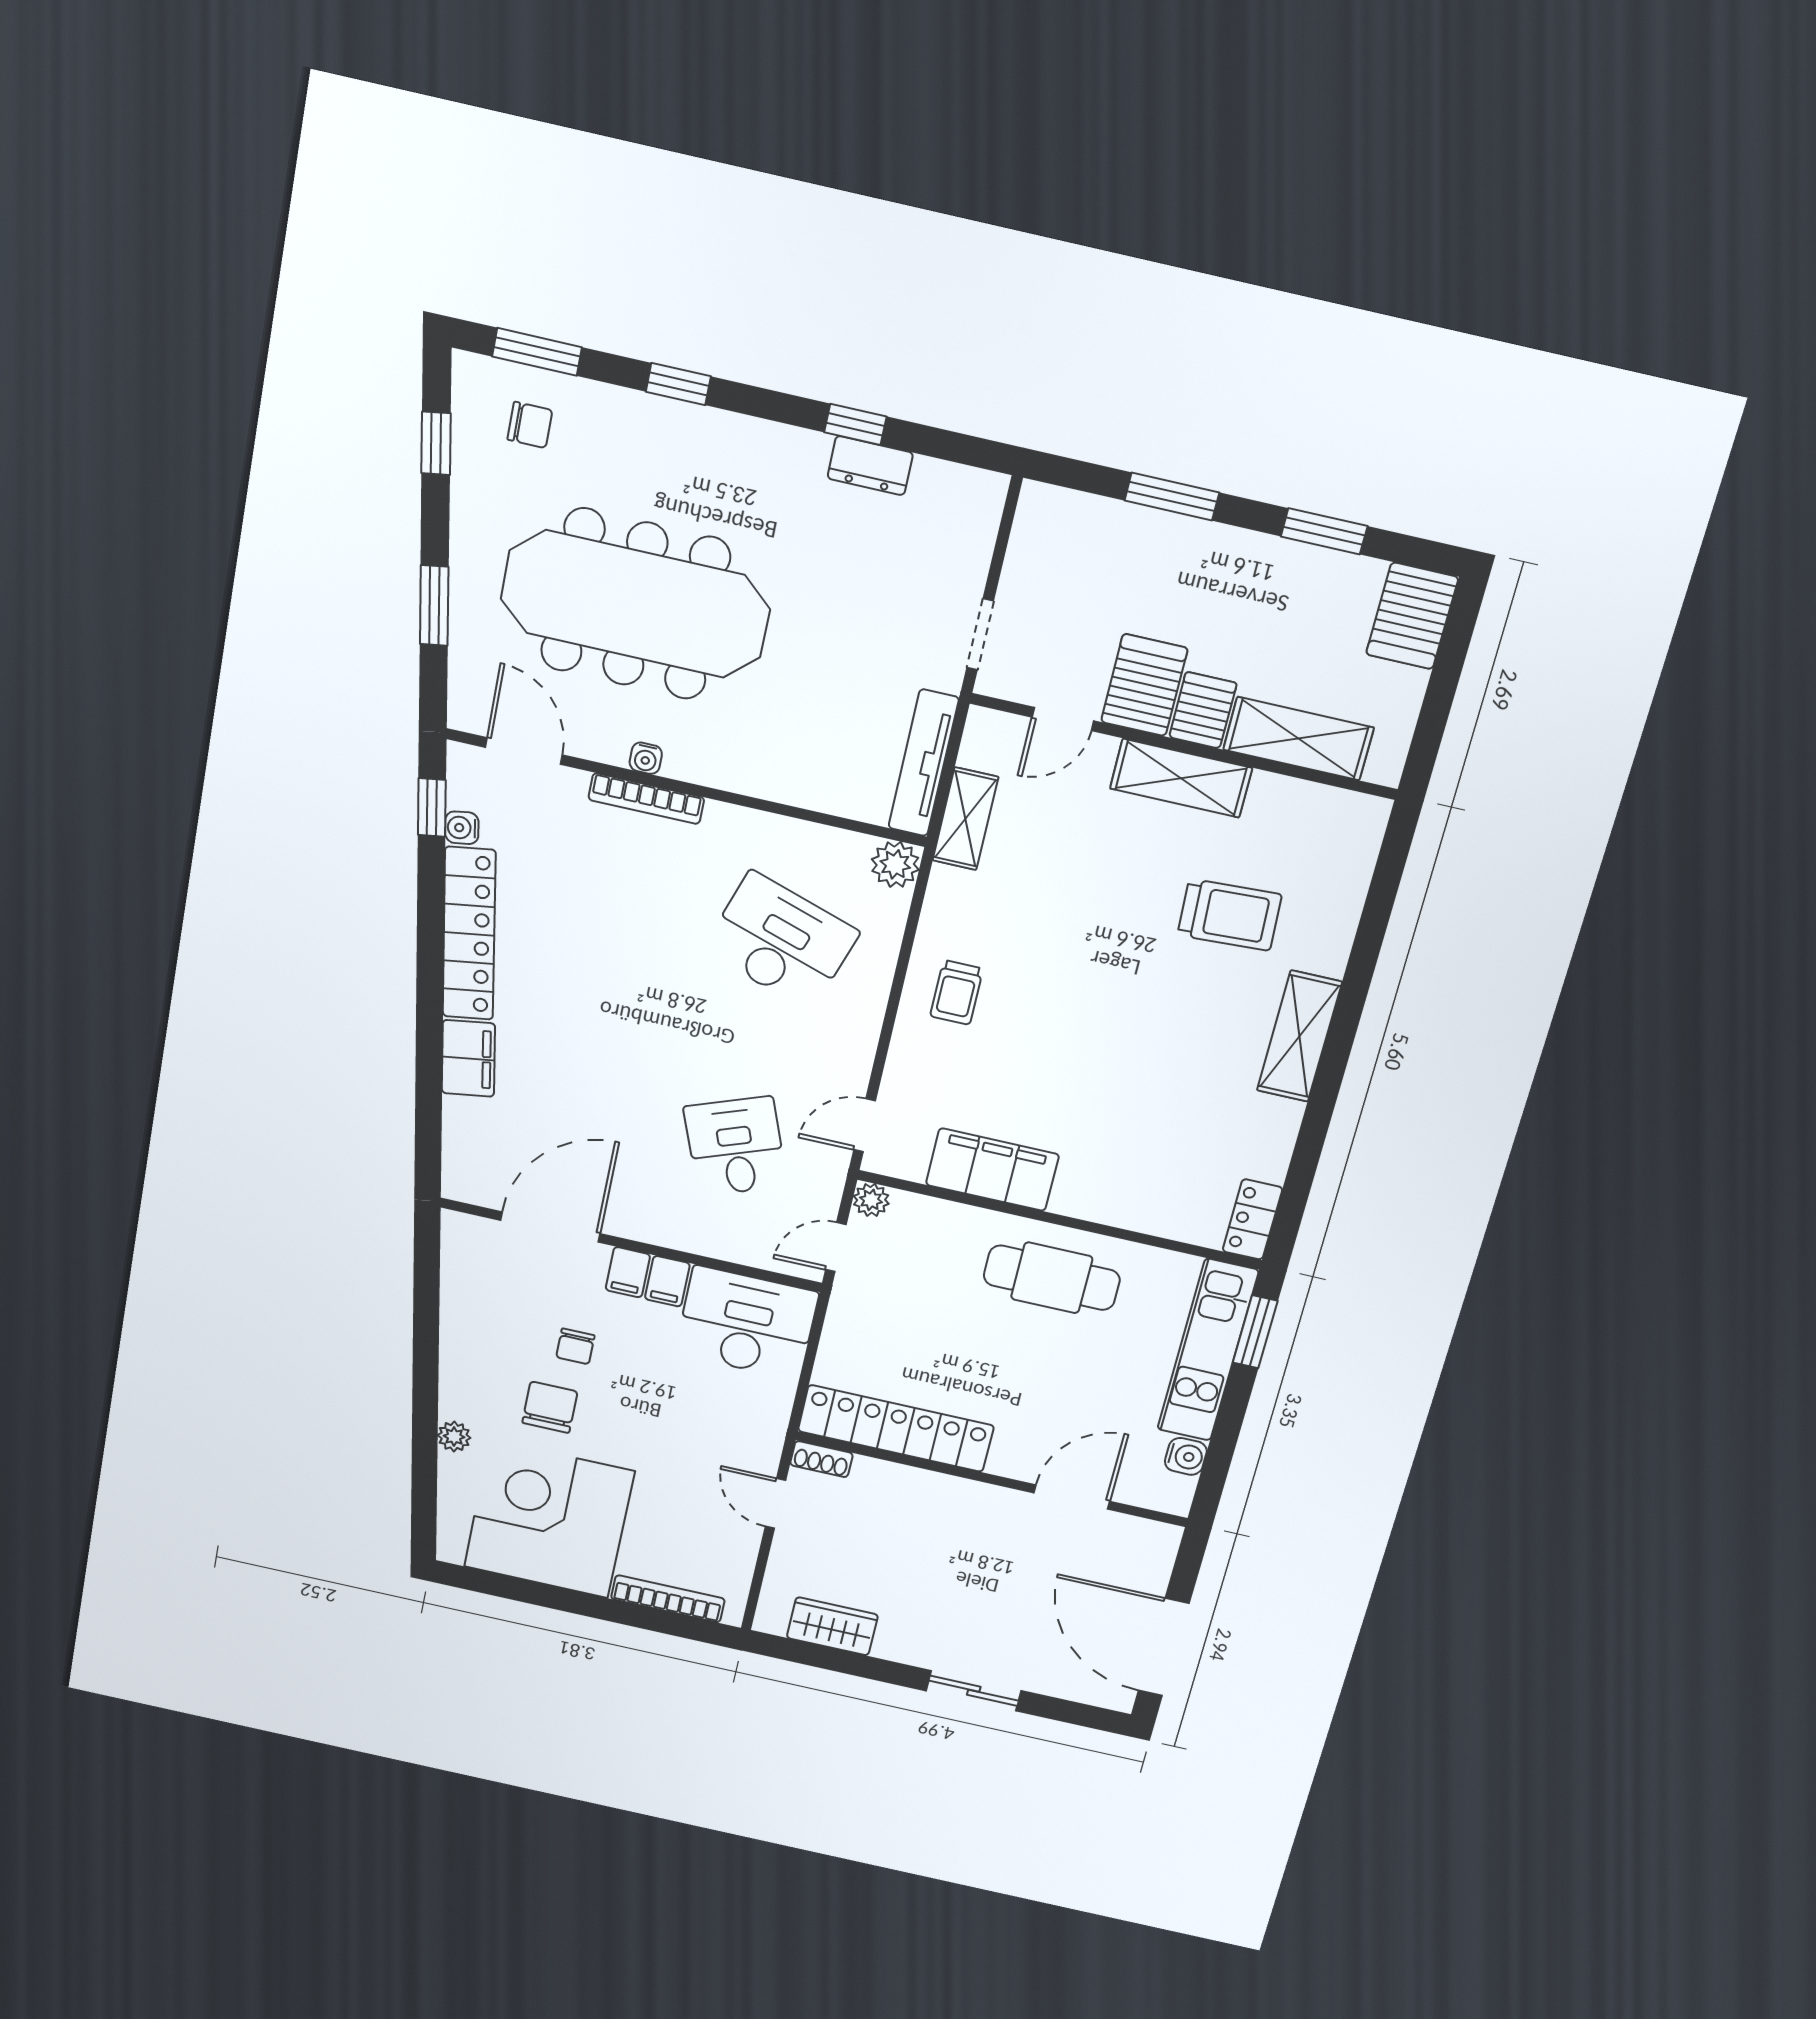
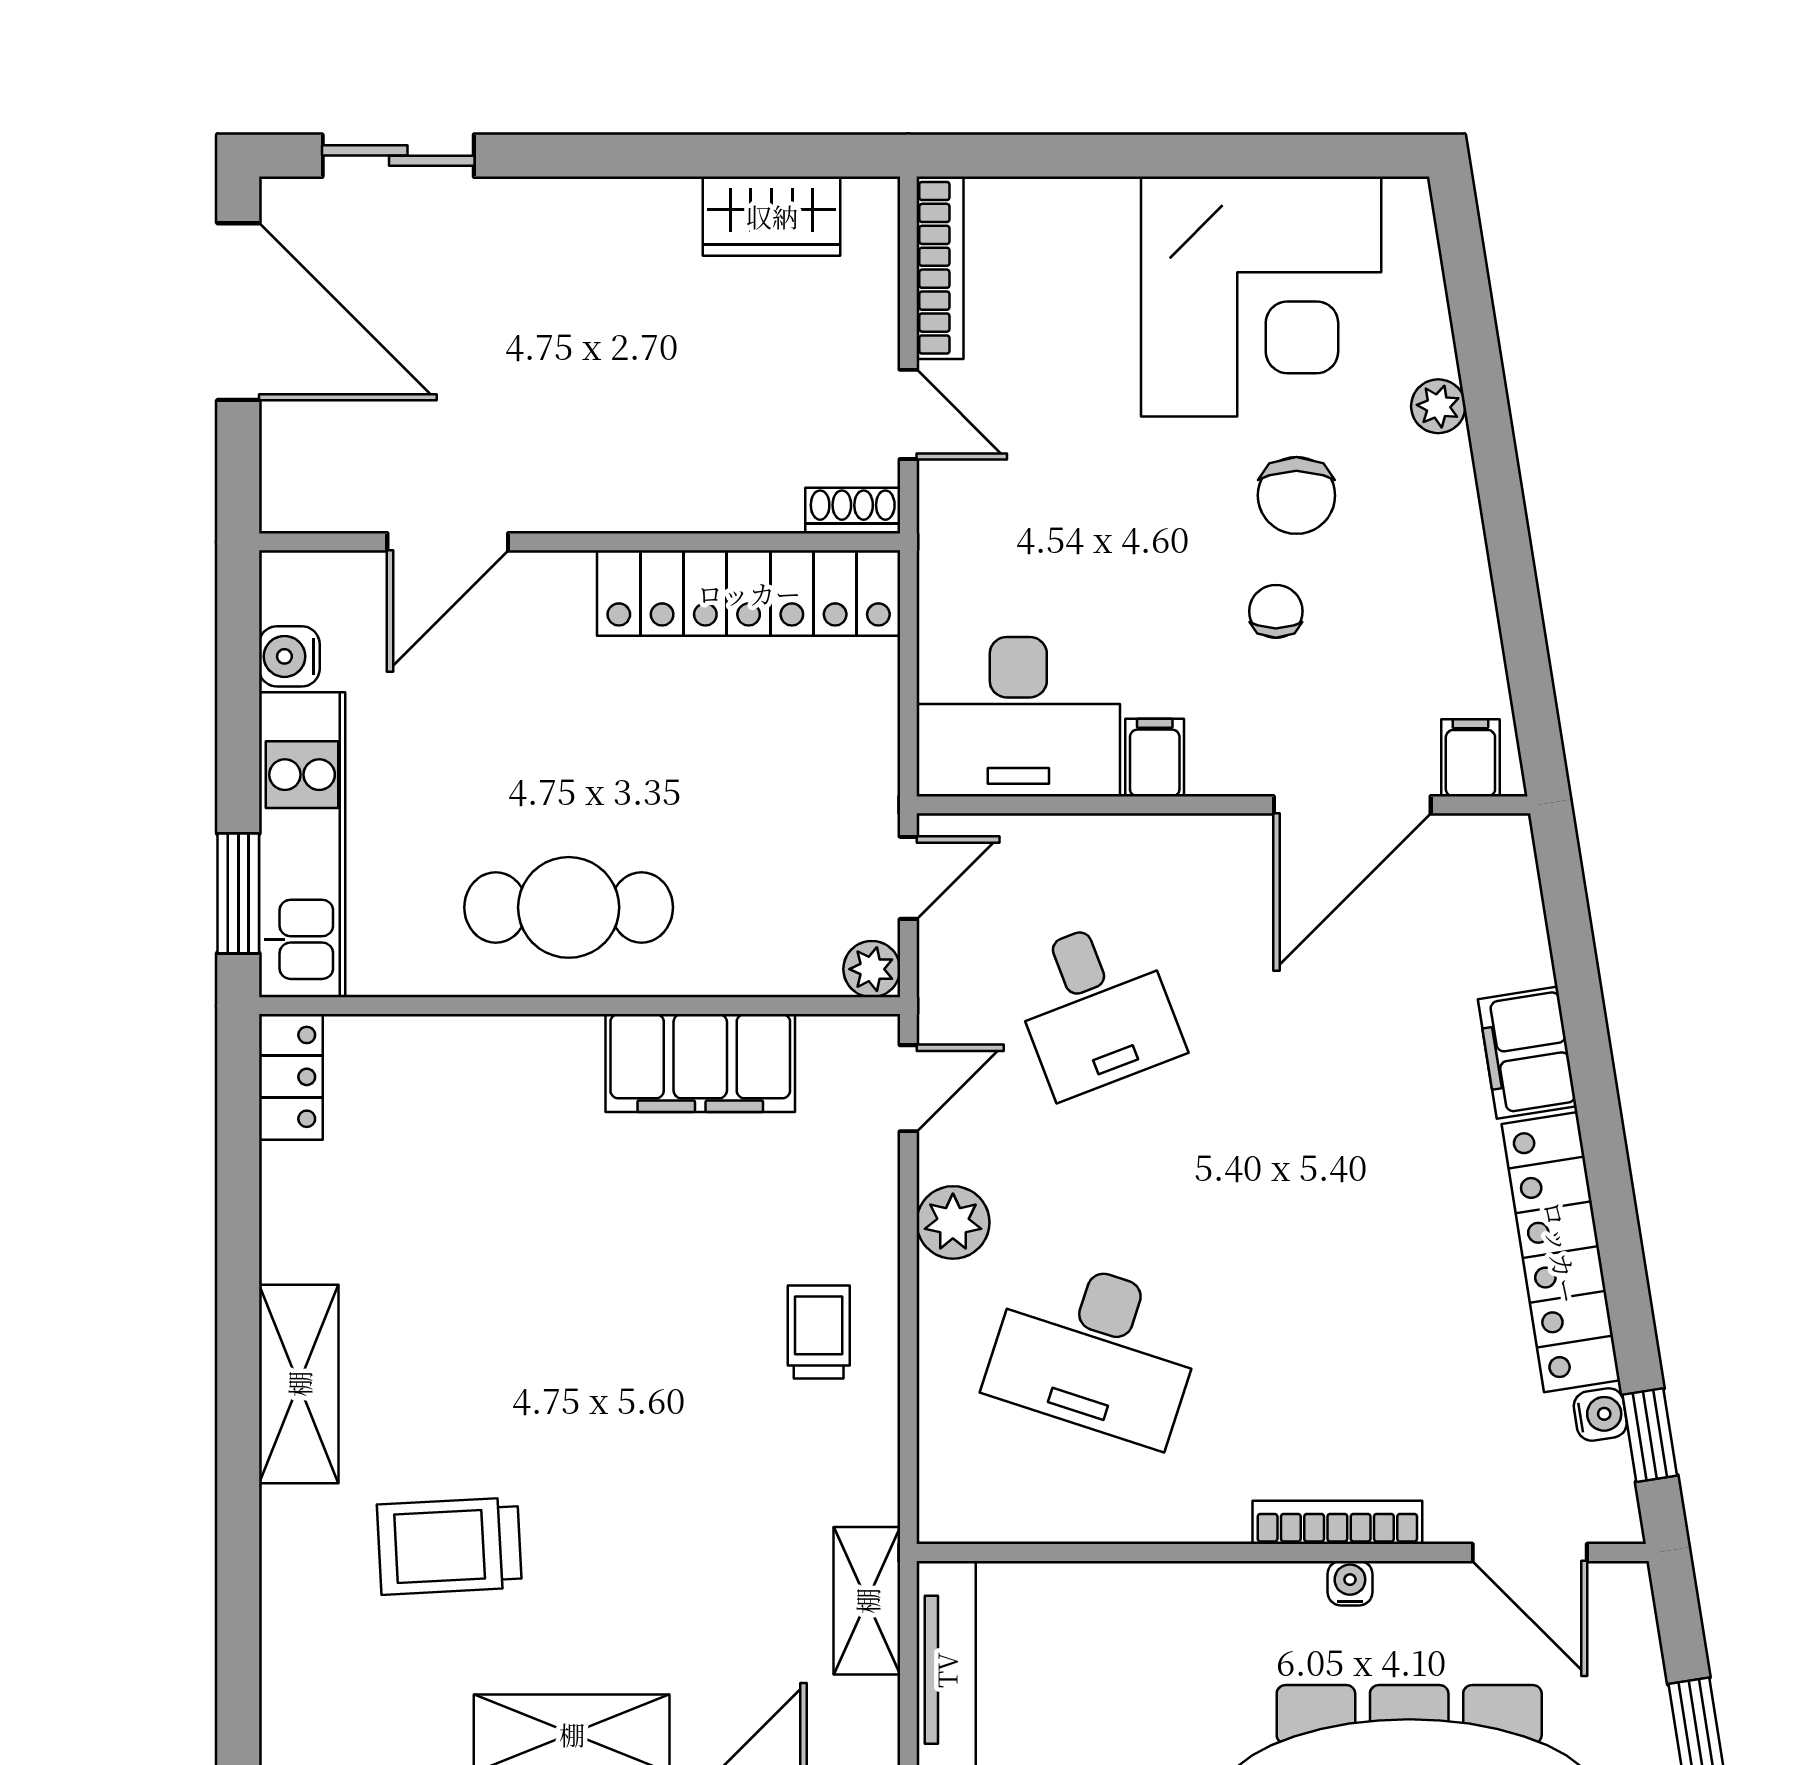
plant: (895, 864) -> (953, 1222), moved
filing cabinet: (628, 1272) -> (1470, 758), moved
bookcase: (668, 1599) -> (940, 268), moved, turned -90
sliding door: (974, 1691) -> (398, 156), moved

